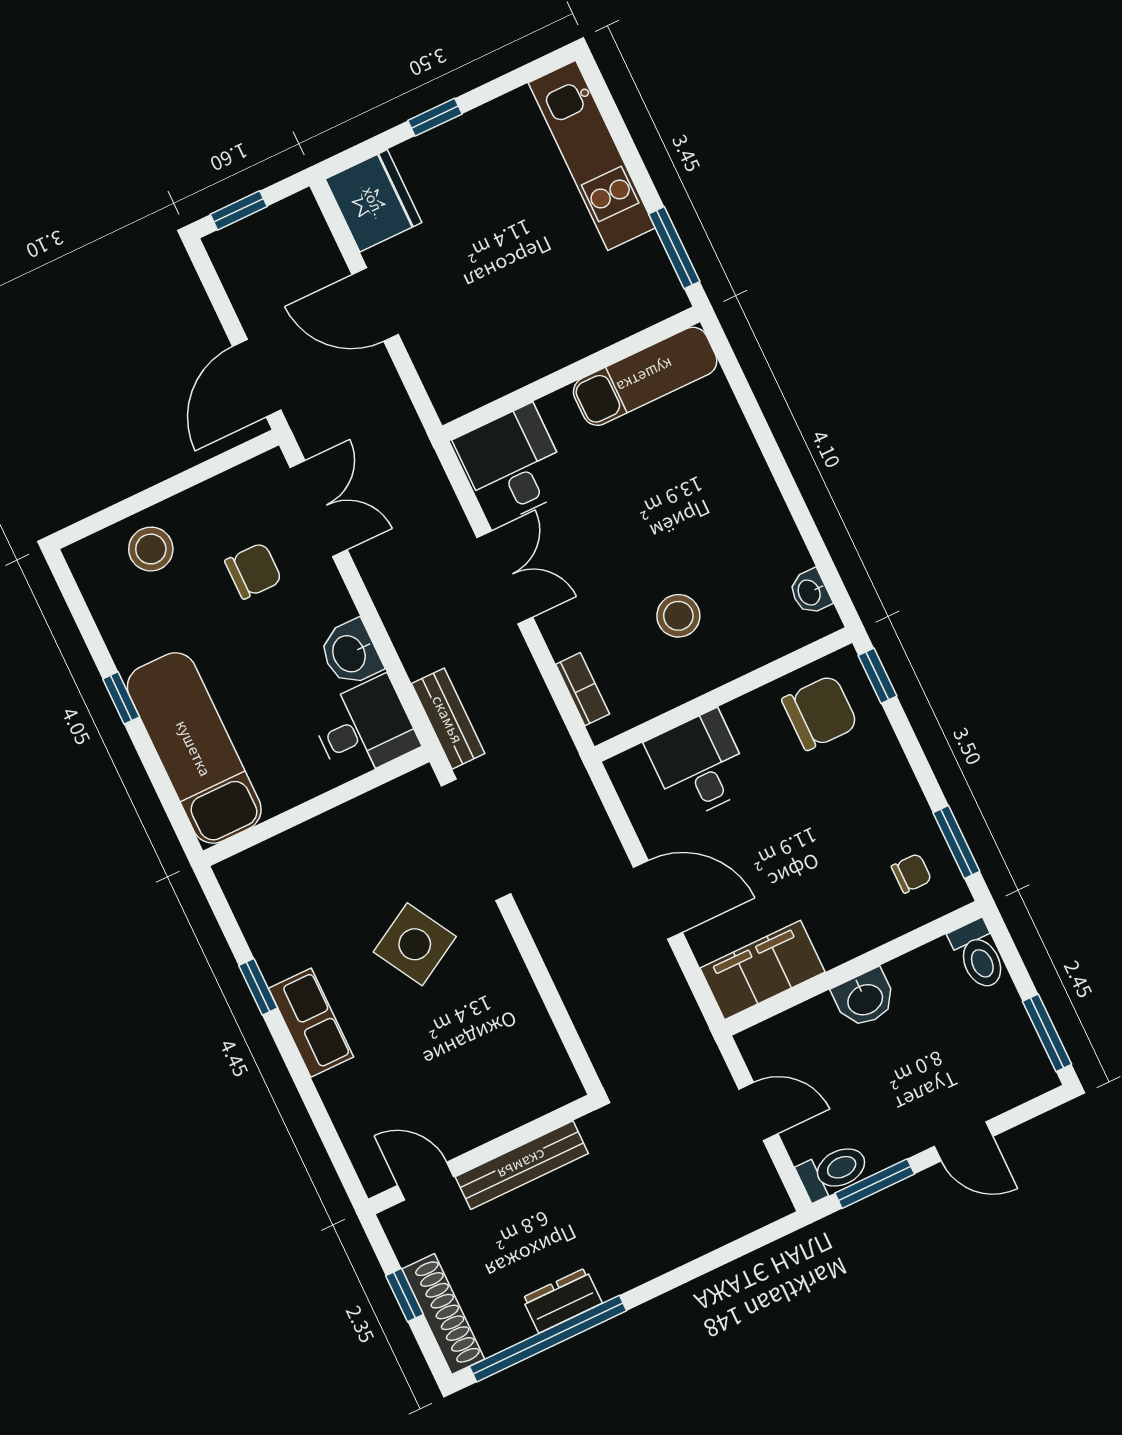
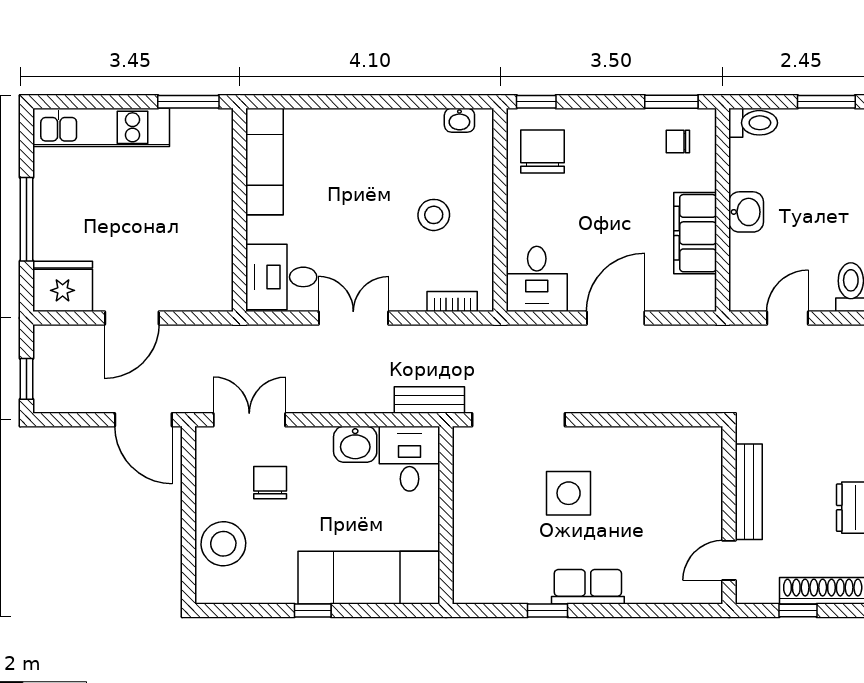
window: (435, 117) -> (26, 219), width x2.17
stool: (151, 549) -> (223, 544), width x1.38, depth x1.38
desk: (699, 765) -> (537, 279), moved, turned -90
chair: (911, 873) -> (678, 141), turned -90
side table: (415, 944) -> (569, 493), turned 30
filing cabinet: (762, 970) -> (695, 233), moved

